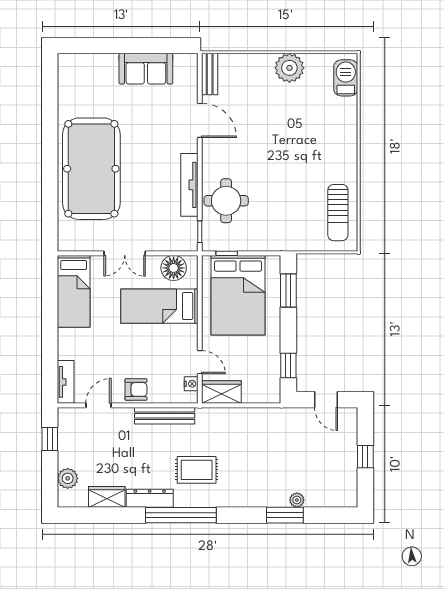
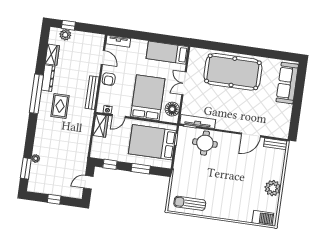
sofa: (146, 69) -> (287, 83), moved, width x1.36
tv unit: (189, 185) -> (198, 122), moved
window: (288, 290) -> (141, 169), moved
bed: (159, 306) -> (148, 98), width x1.50
window: (50, 439) -> (68, 25), moved
window: (285, 515) -> (26, 168), moved

